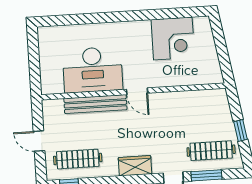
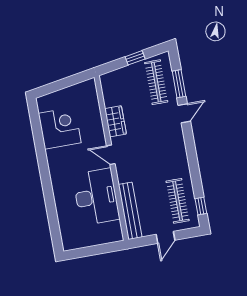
door: (137, 91) -> (111, 155), swing flipped
bench: (95, 104) -> (130, 211), moved
wardrobe: (135, 166) -> (115, 121), moved, turned 180

